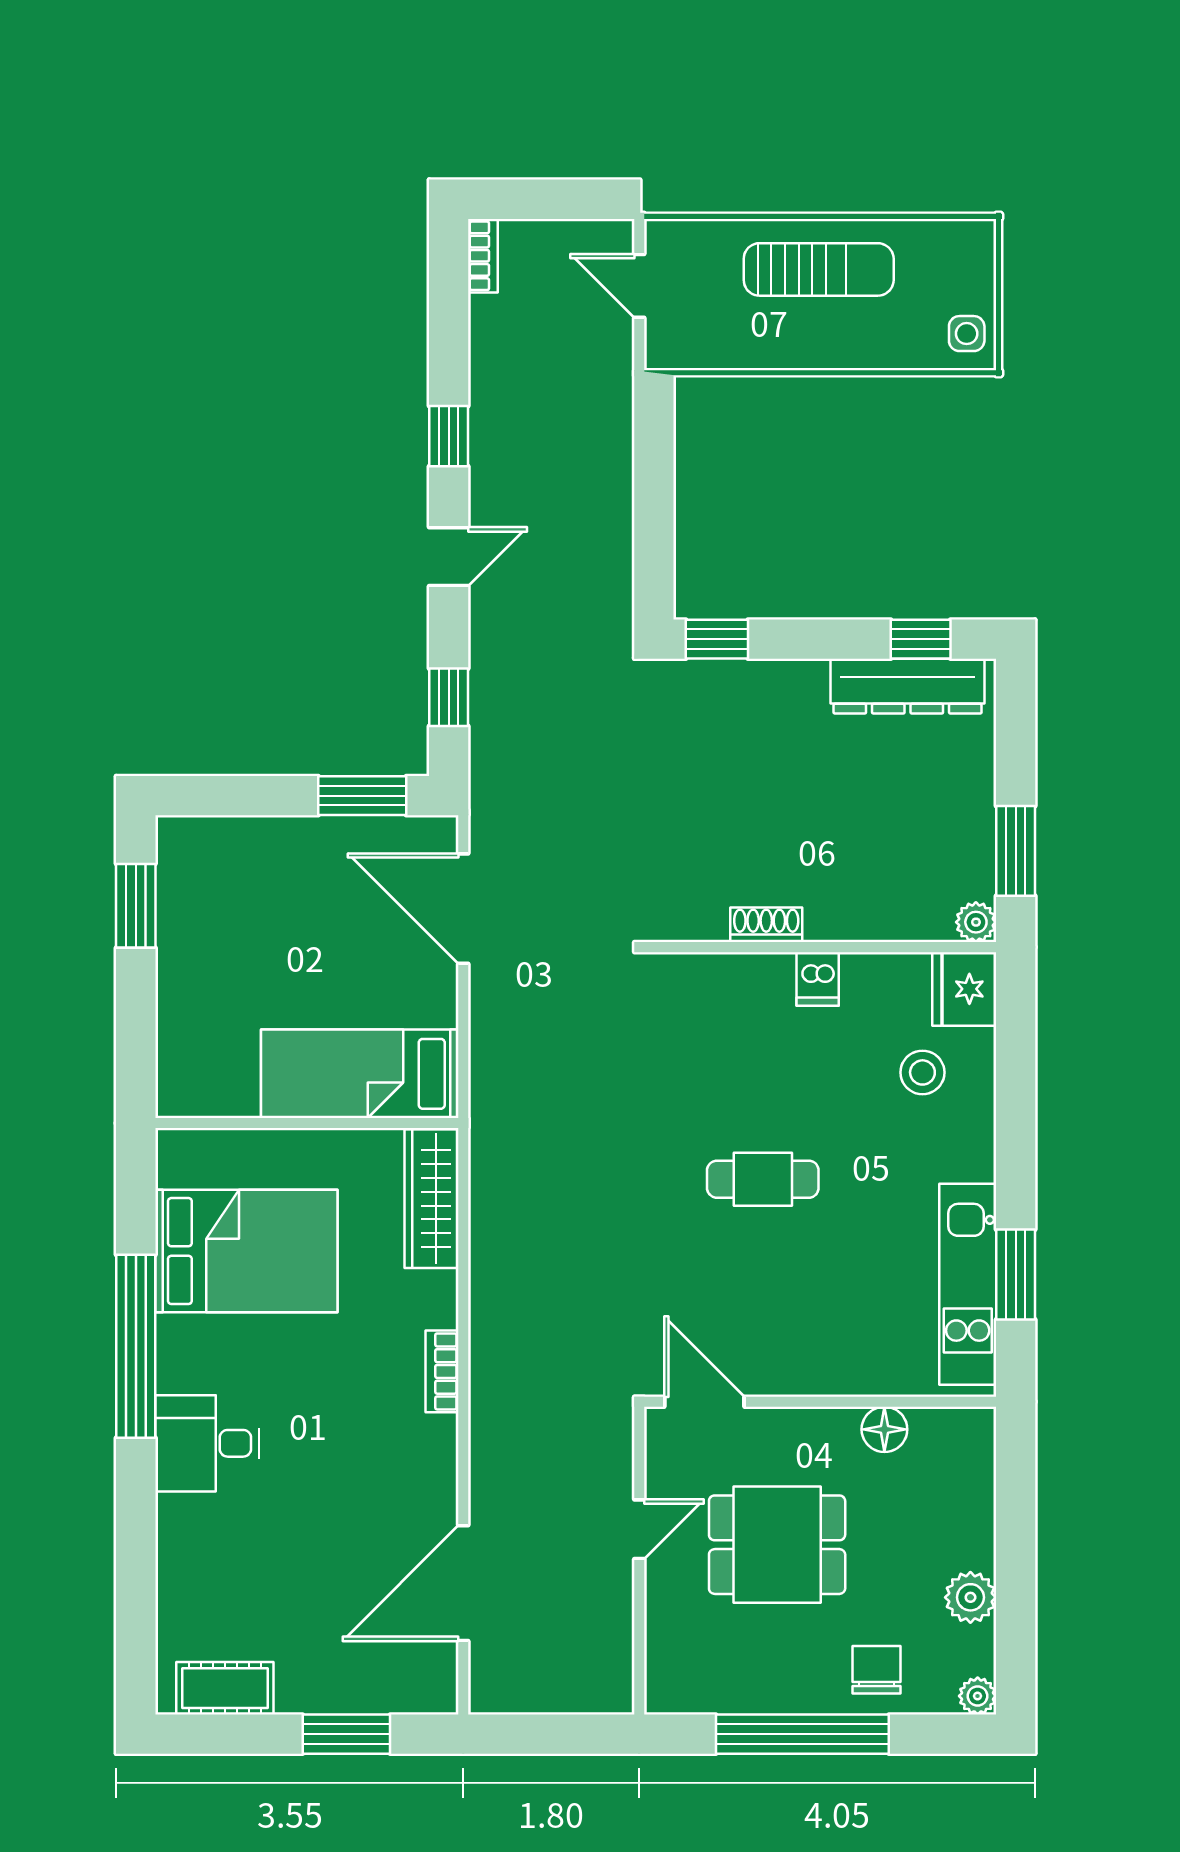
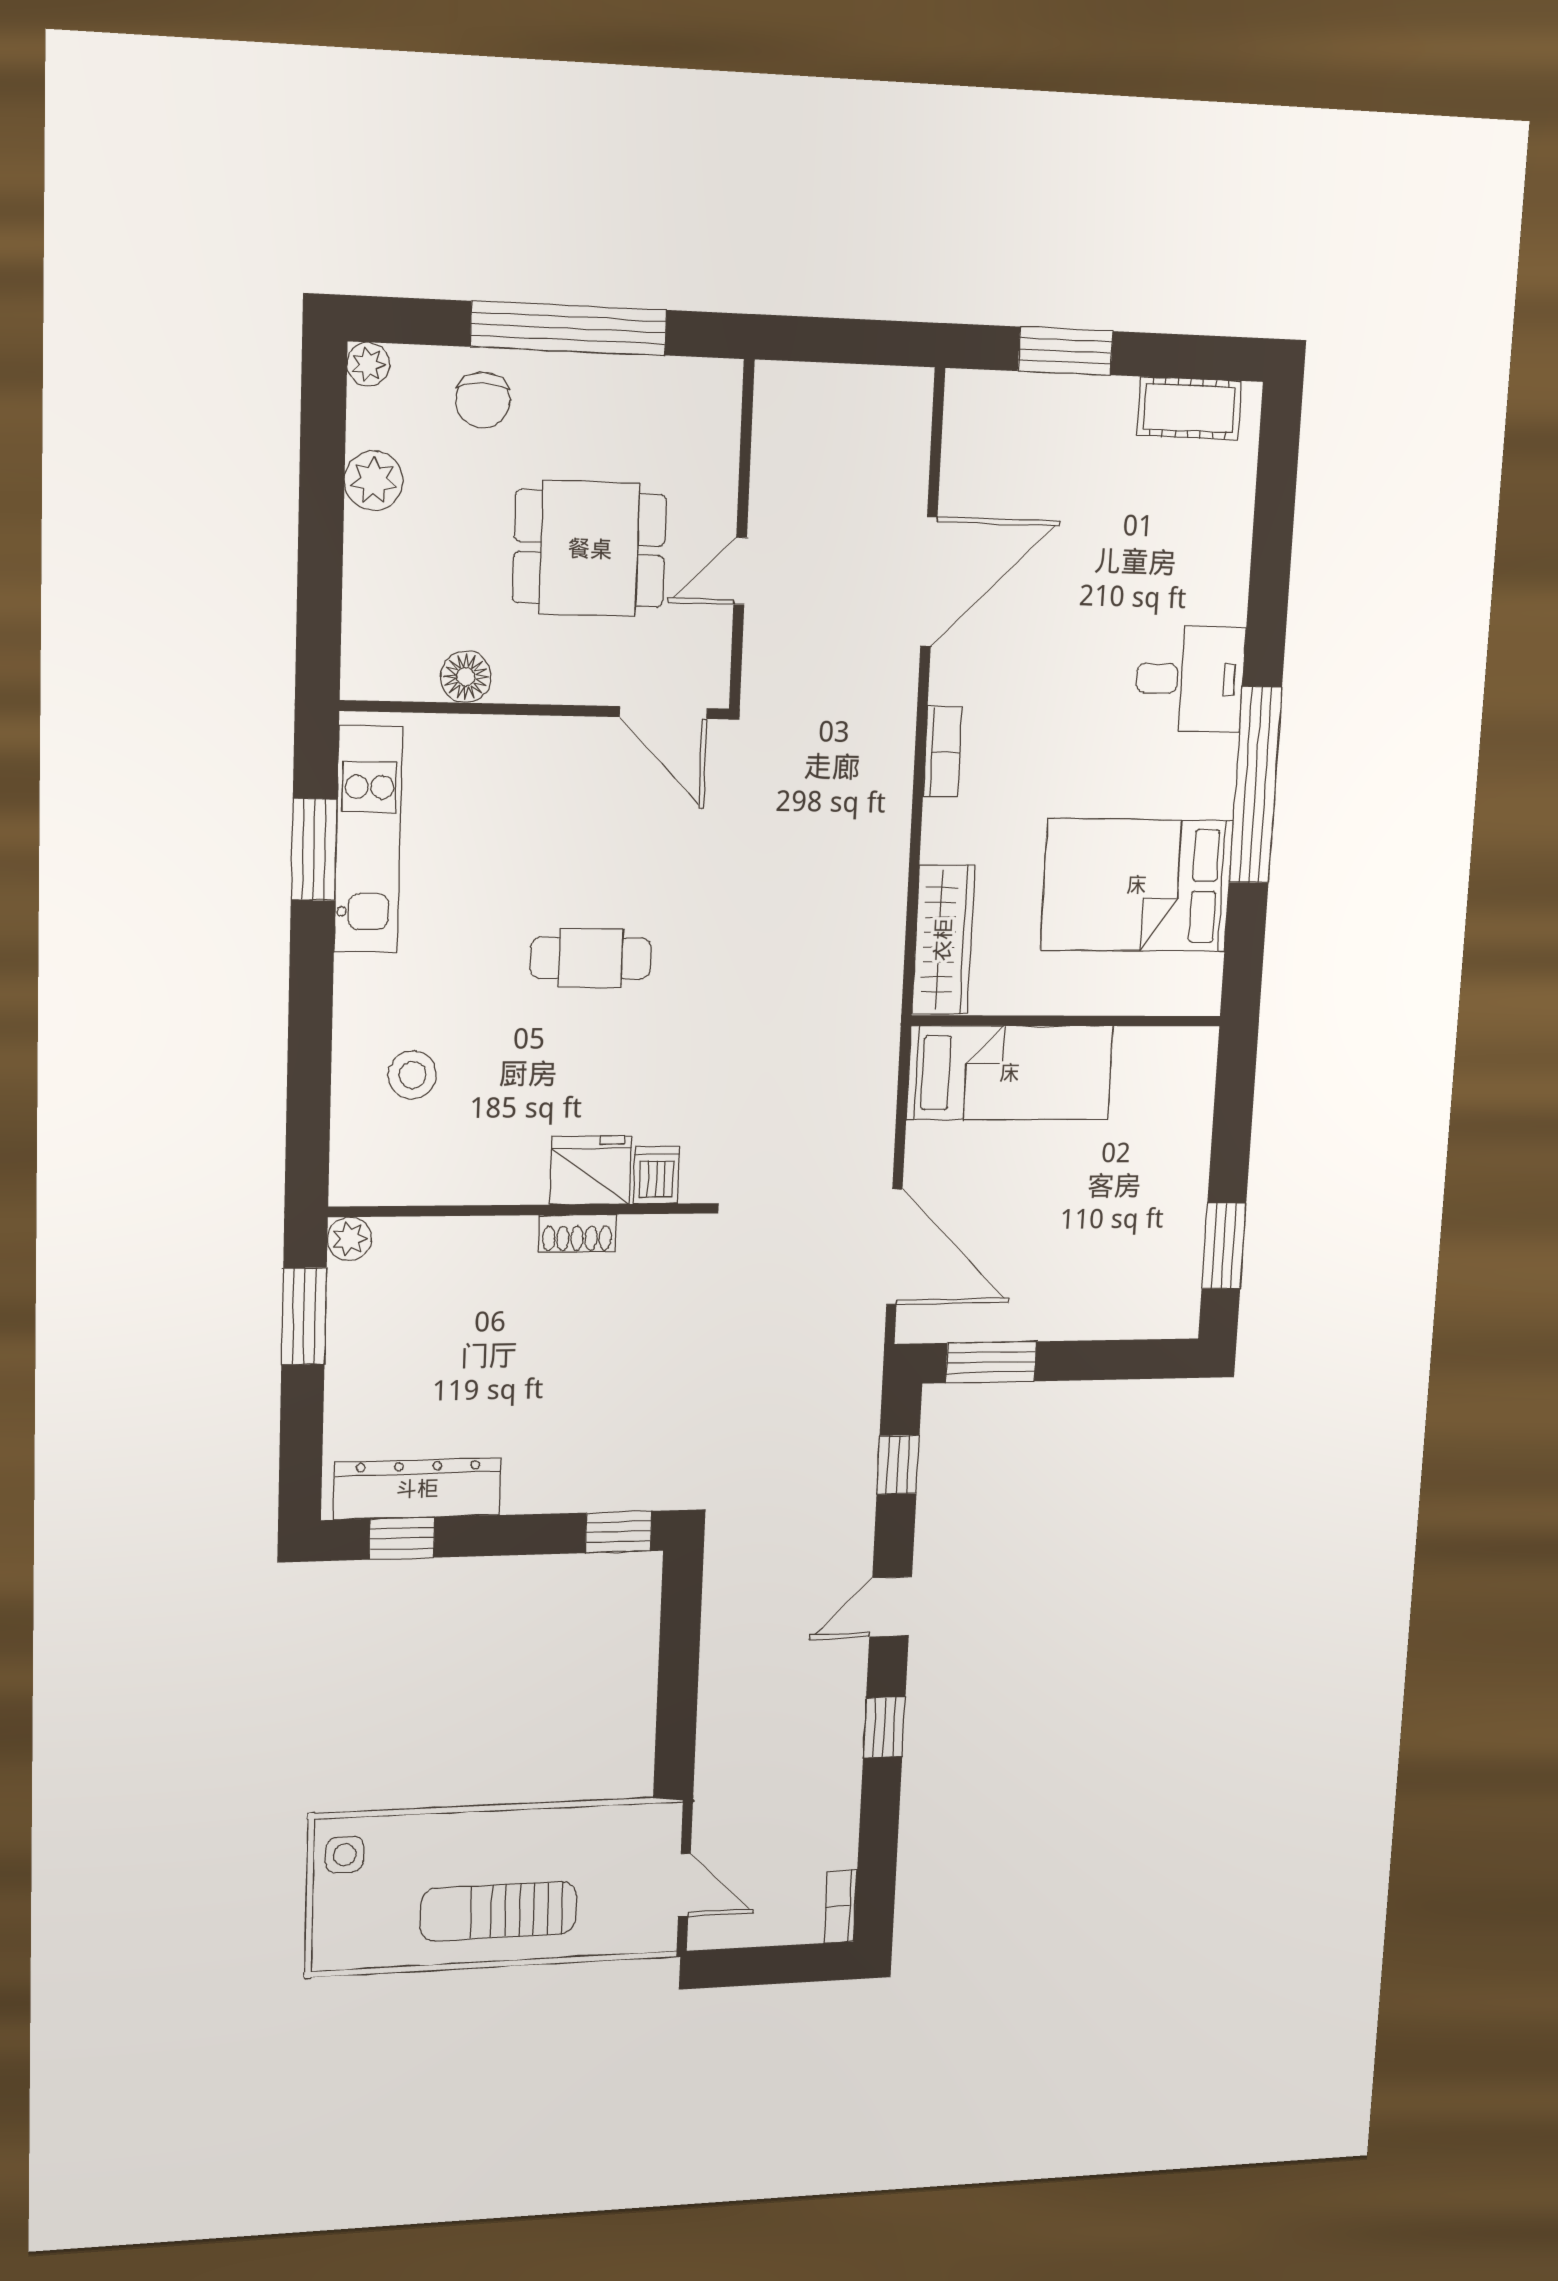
dishwasher: (818, 979) -> (656, 1175), moved
fridge: (964, 989) -> (591, 1170), moved, turned -90
door: (463, 1583) -> (929, 581), moved

